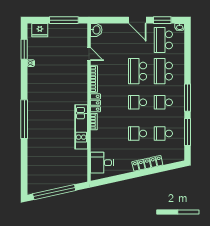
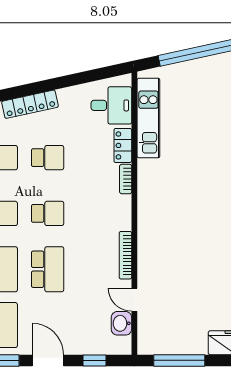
window: (111, 20) -> (95, 360), added
washbasin: (96, 30) -> (121, 323), moved
locker: (95, 103) -> (123, 145), moved
kitchen unit: (81, 127) -> (148, 118), moved

